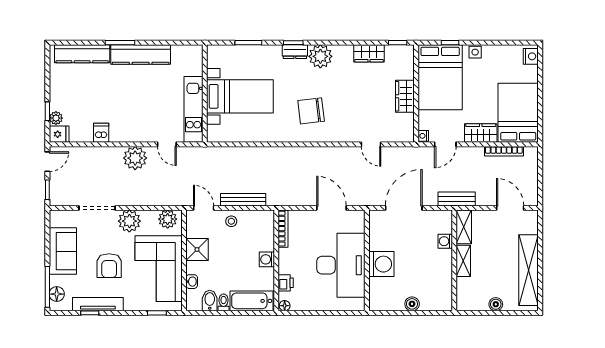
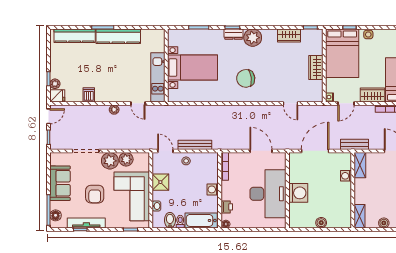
plant: (135, 158) -> (114, 110), width x0.53, depth x0.53
plant: (168, 219) -> (126, 159), moved
shelving: (463, 261) -> (360, 216), moved

